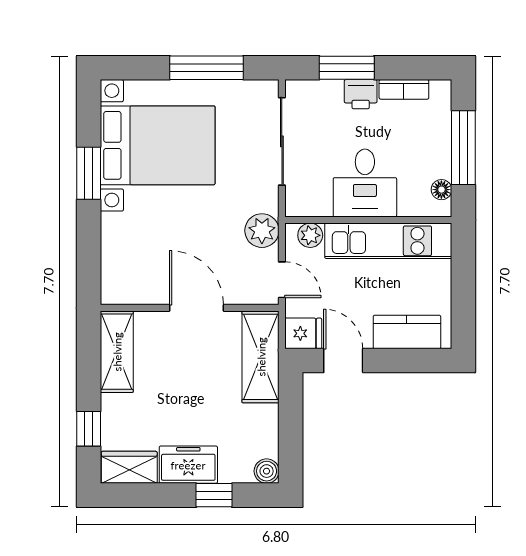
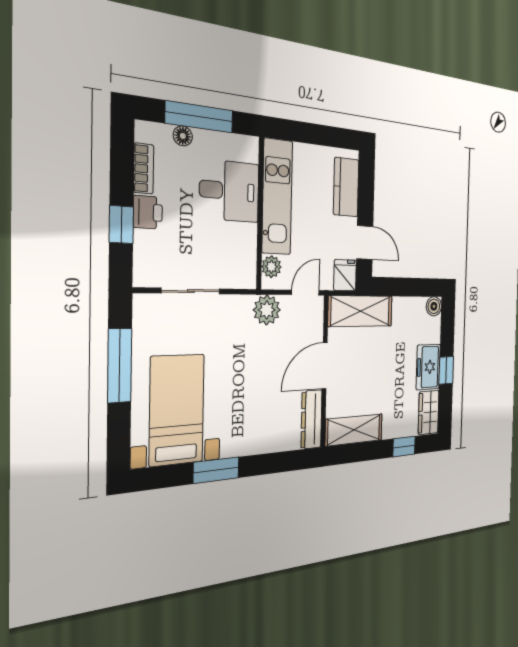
window: (347, 68) -> (121, 225), width x0.67
sliding door: (282, 141) -> (191, 291), width x0.73
bed with nightstands: (158, 145) -> (177, 410), width x0.73
desk: (365, 183) -> (229, 191), moved
floor lamp: (441, 190) -> (183, 136), moved
dresser: (134, 292) -> (312, 419), added
door: (343, 361) -> (365, 243), swing flipped
window: (214, 495) -> (446, 370), moved

